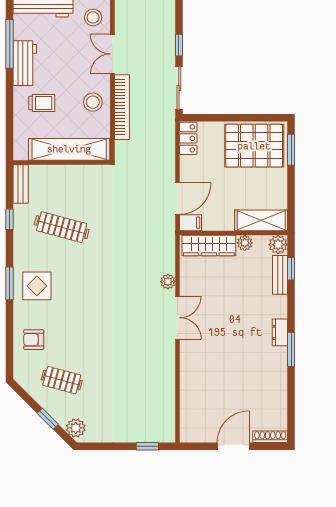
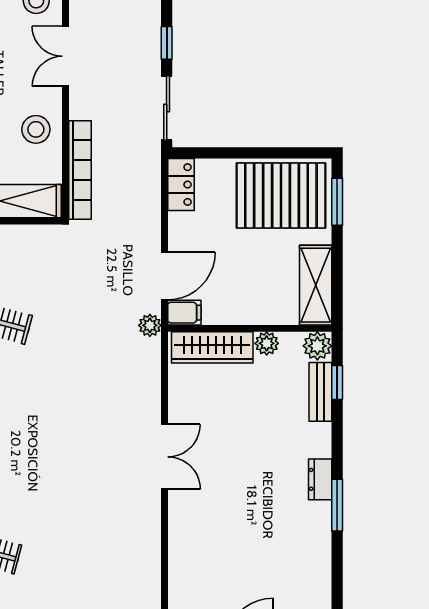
bookcase: (122, 107) -> (80, 170), moved
shelving: (261, 220) -> (316, 285), moved, turned 90
plant: (168, 282) -> (150, 325), moved

